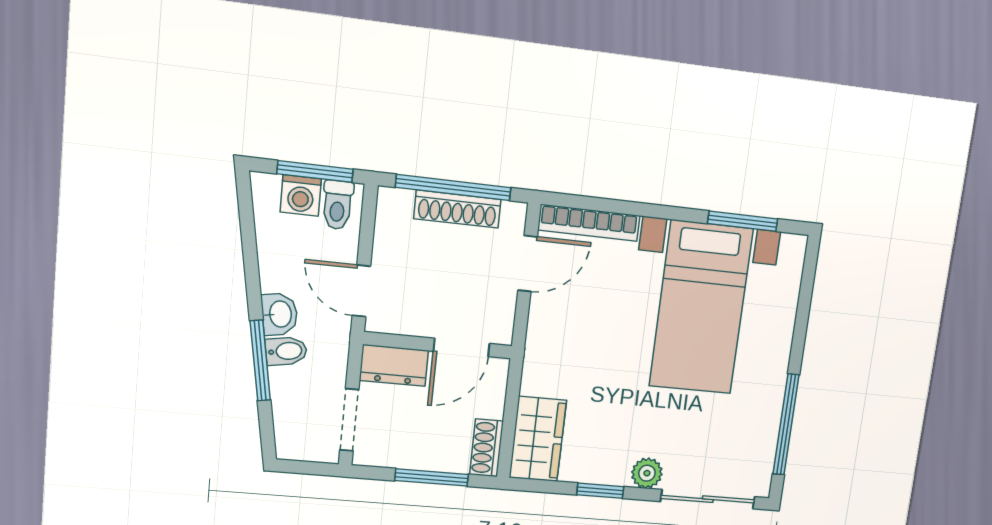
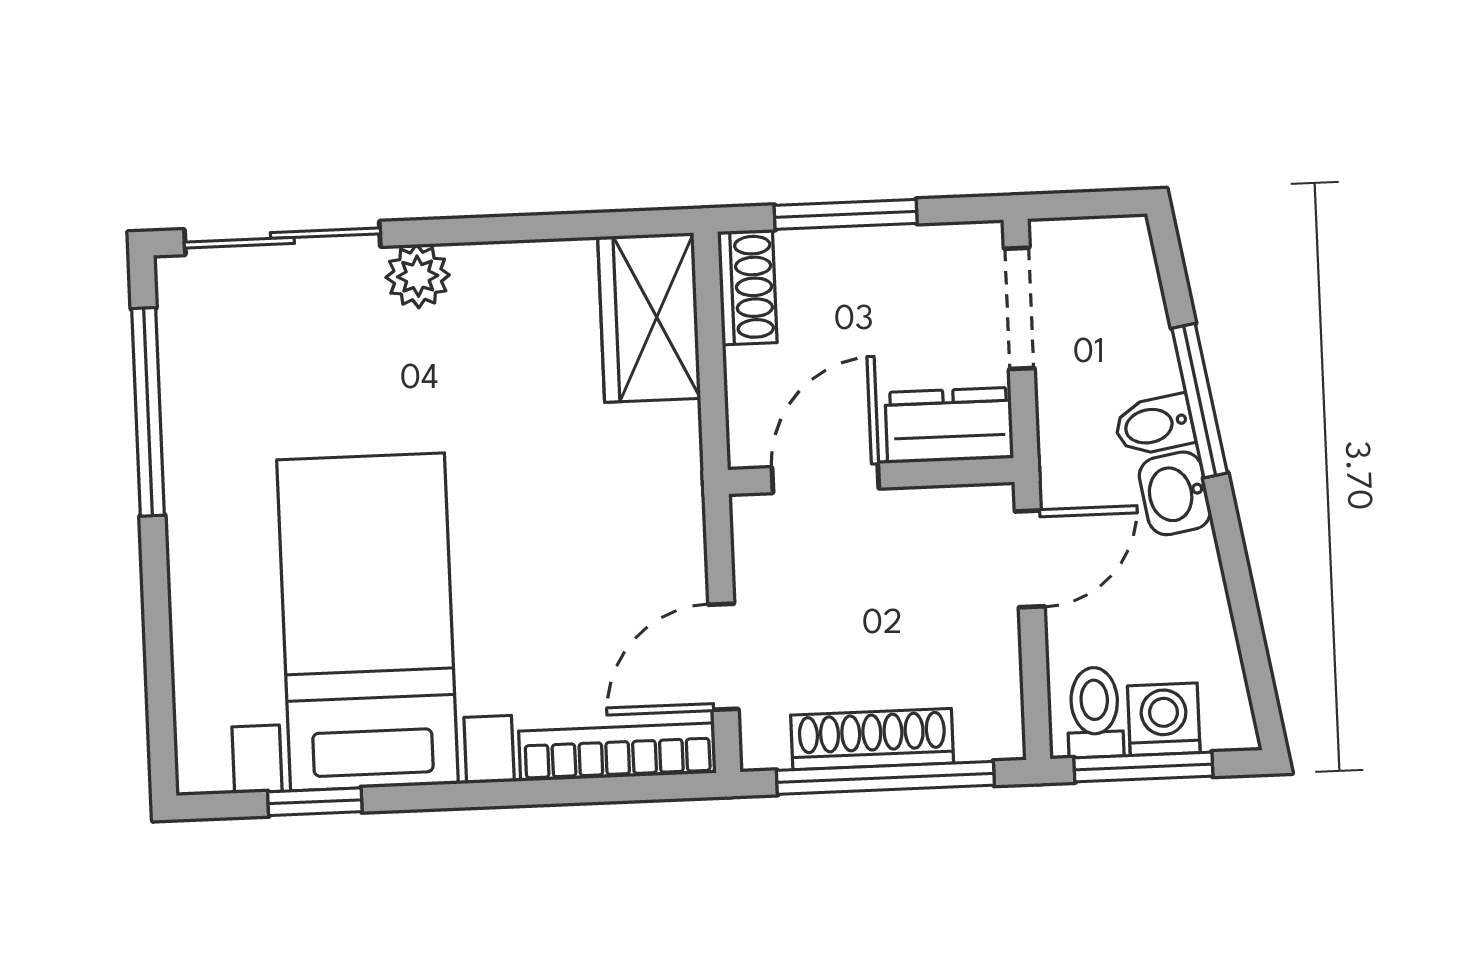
window: (743, 221) -> (315, 802), width x0.67
door: (361, 291) -> (1030, 559), hinge flipped
window: (600, 491) -> (506, 229), removed

